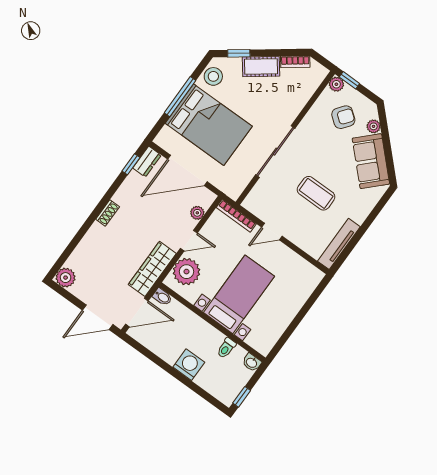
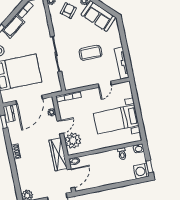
door: (272, 232) -> (105, 84), moved
bed with nightstands: (239, 294) -> (116, 119), moved, turned -90
washing machine: (189, 365) -> (141, 171), moved, turned -90

